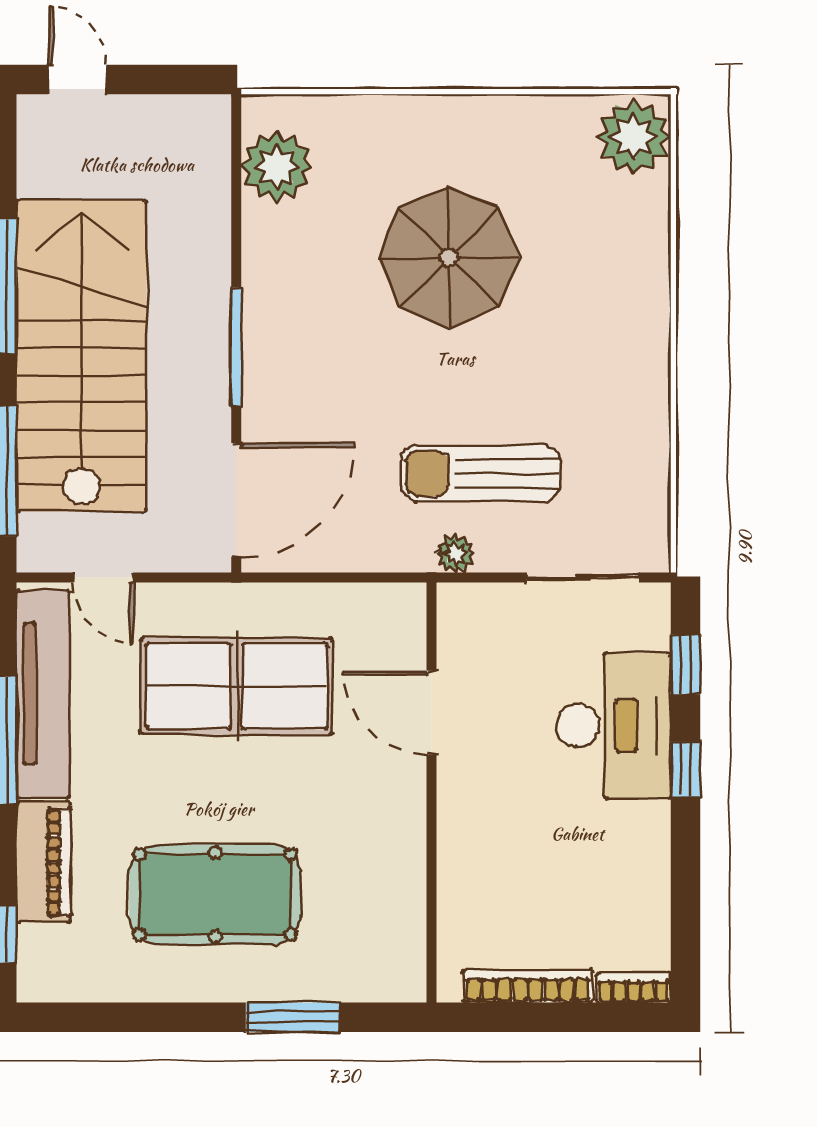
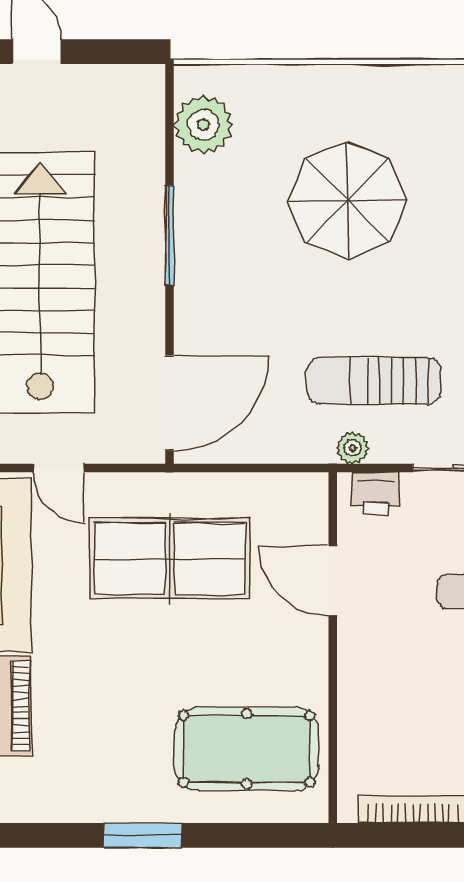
window: (236, 347) -> (170, 235), moved
printer: (483, 608) -> (375, 493), added
pool table: (215, 894) -> (247, 749), moved
window: (293, 1017) -> (143, 835), moved

